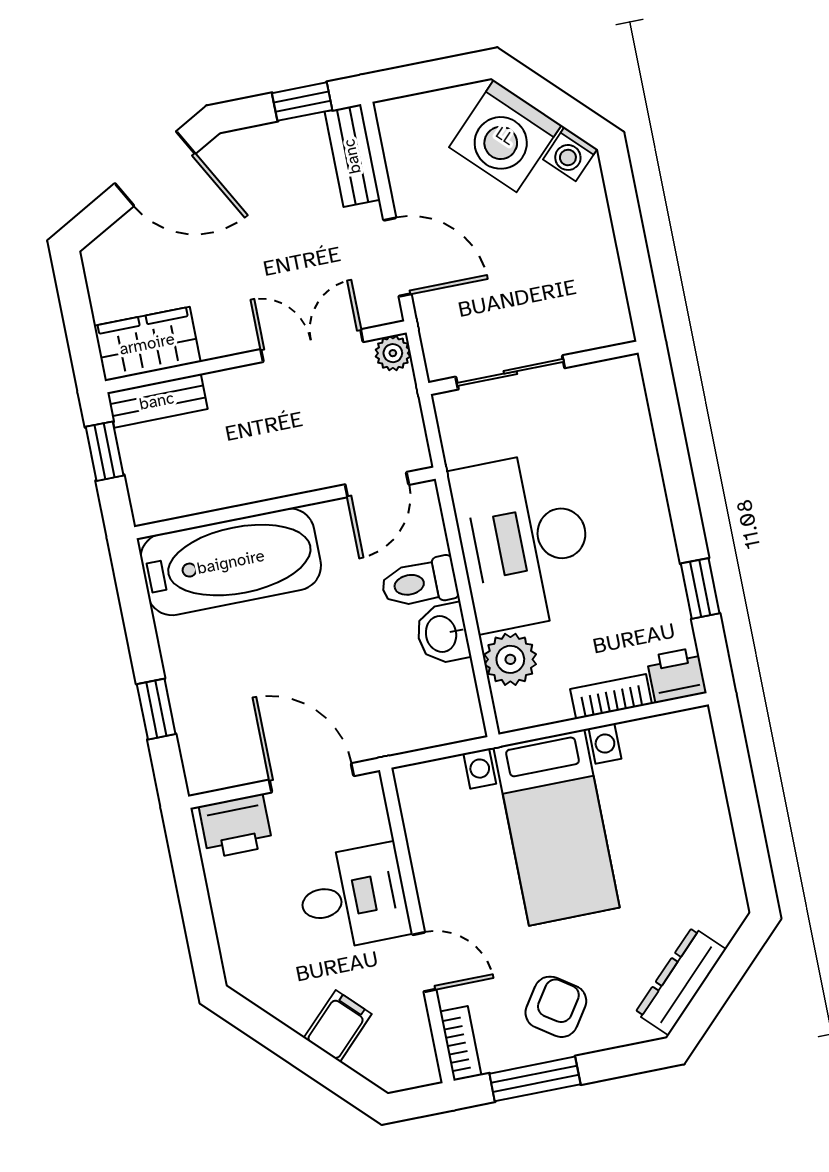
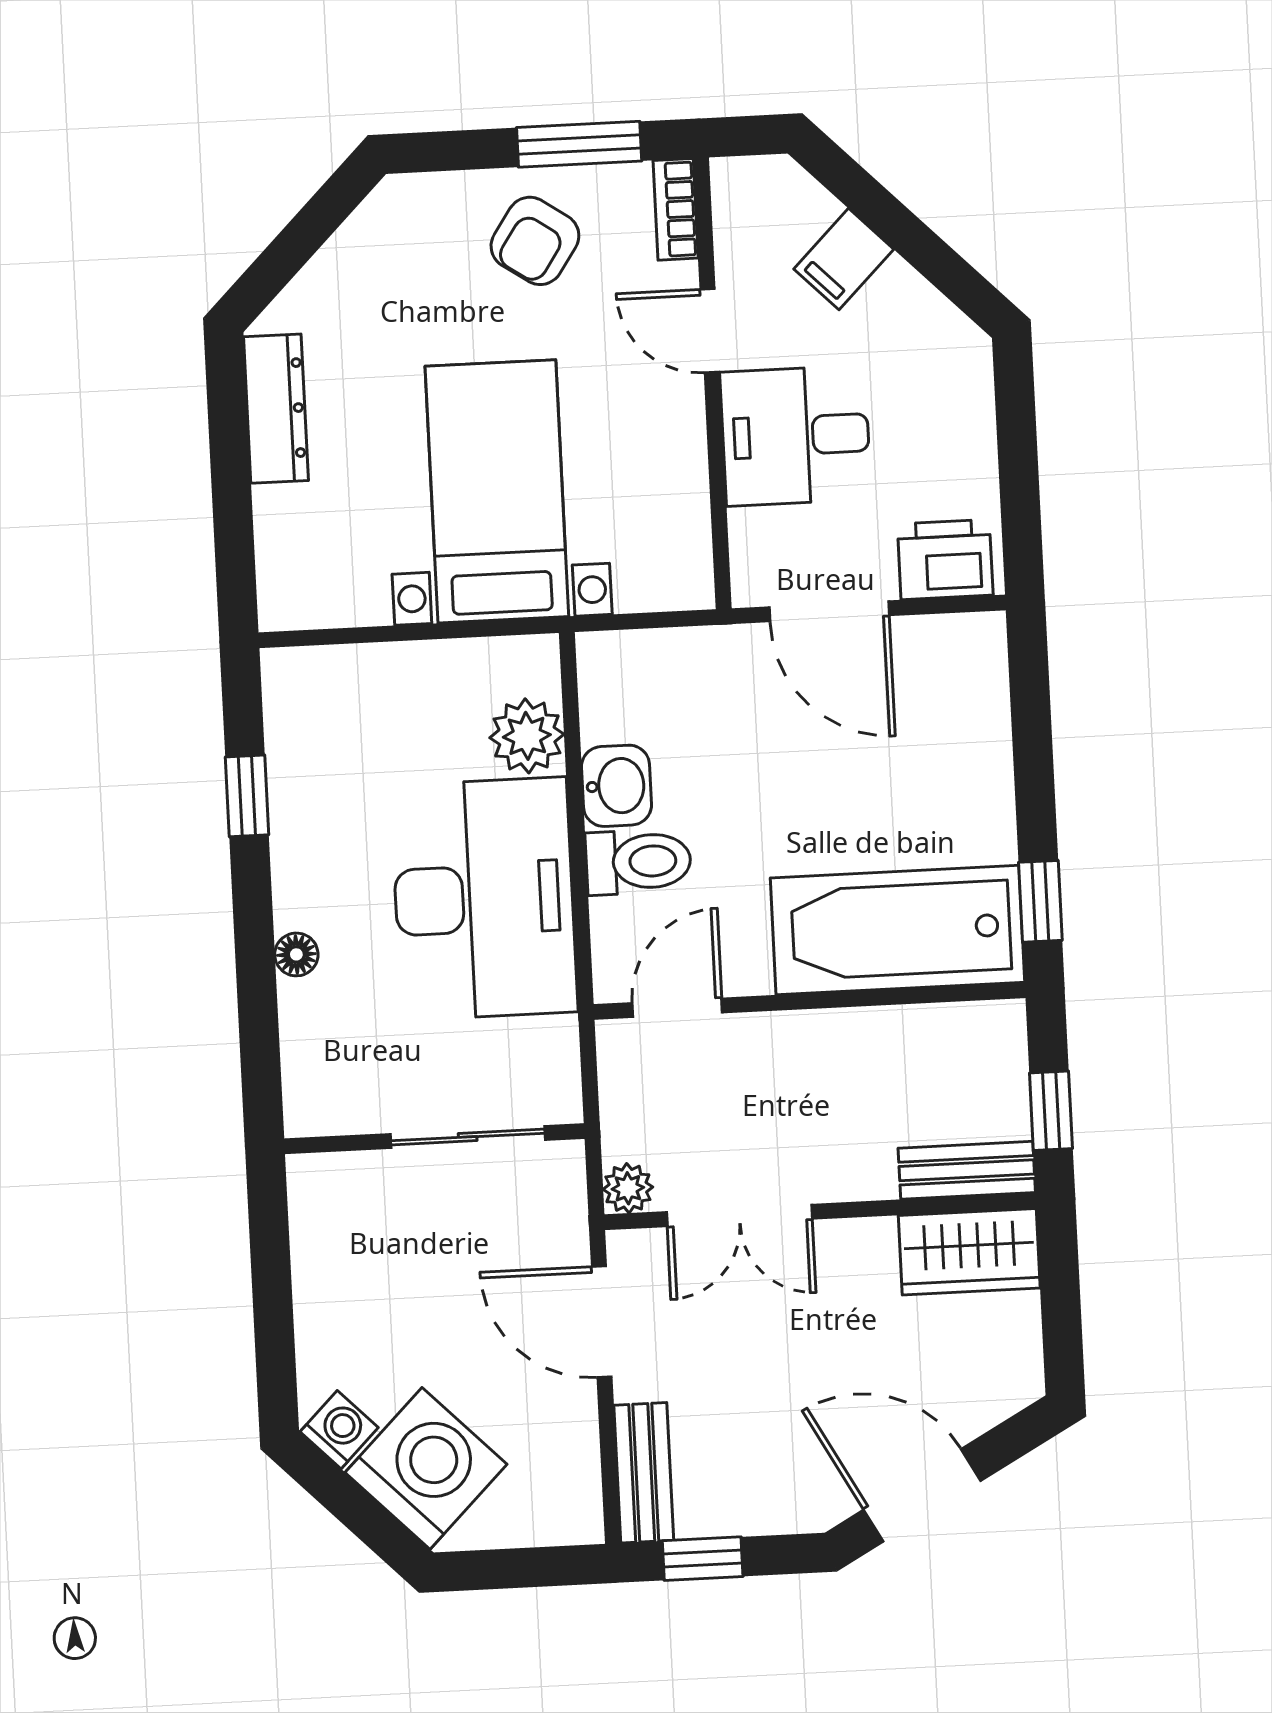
floor lamp: (649, 483) -> (296, 954), added
printer: (677, 675) -> (298, 680), removed
bookcase: (611, 697) -> (394, 663), removed
window: (156, 709) -> (1040, 901), moved
dresser: (681, 981) -> (276, 409), moved, turned -45

